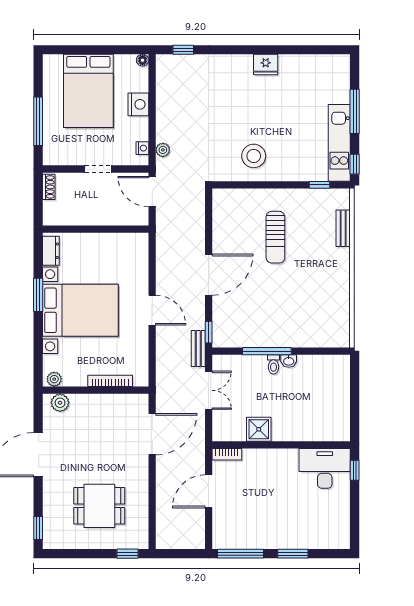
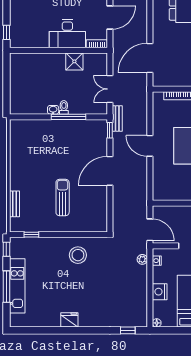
kitchen unit: (339, 143) -> (17, 286), moved
desk: (325, 468) -> (67, 34), moved

